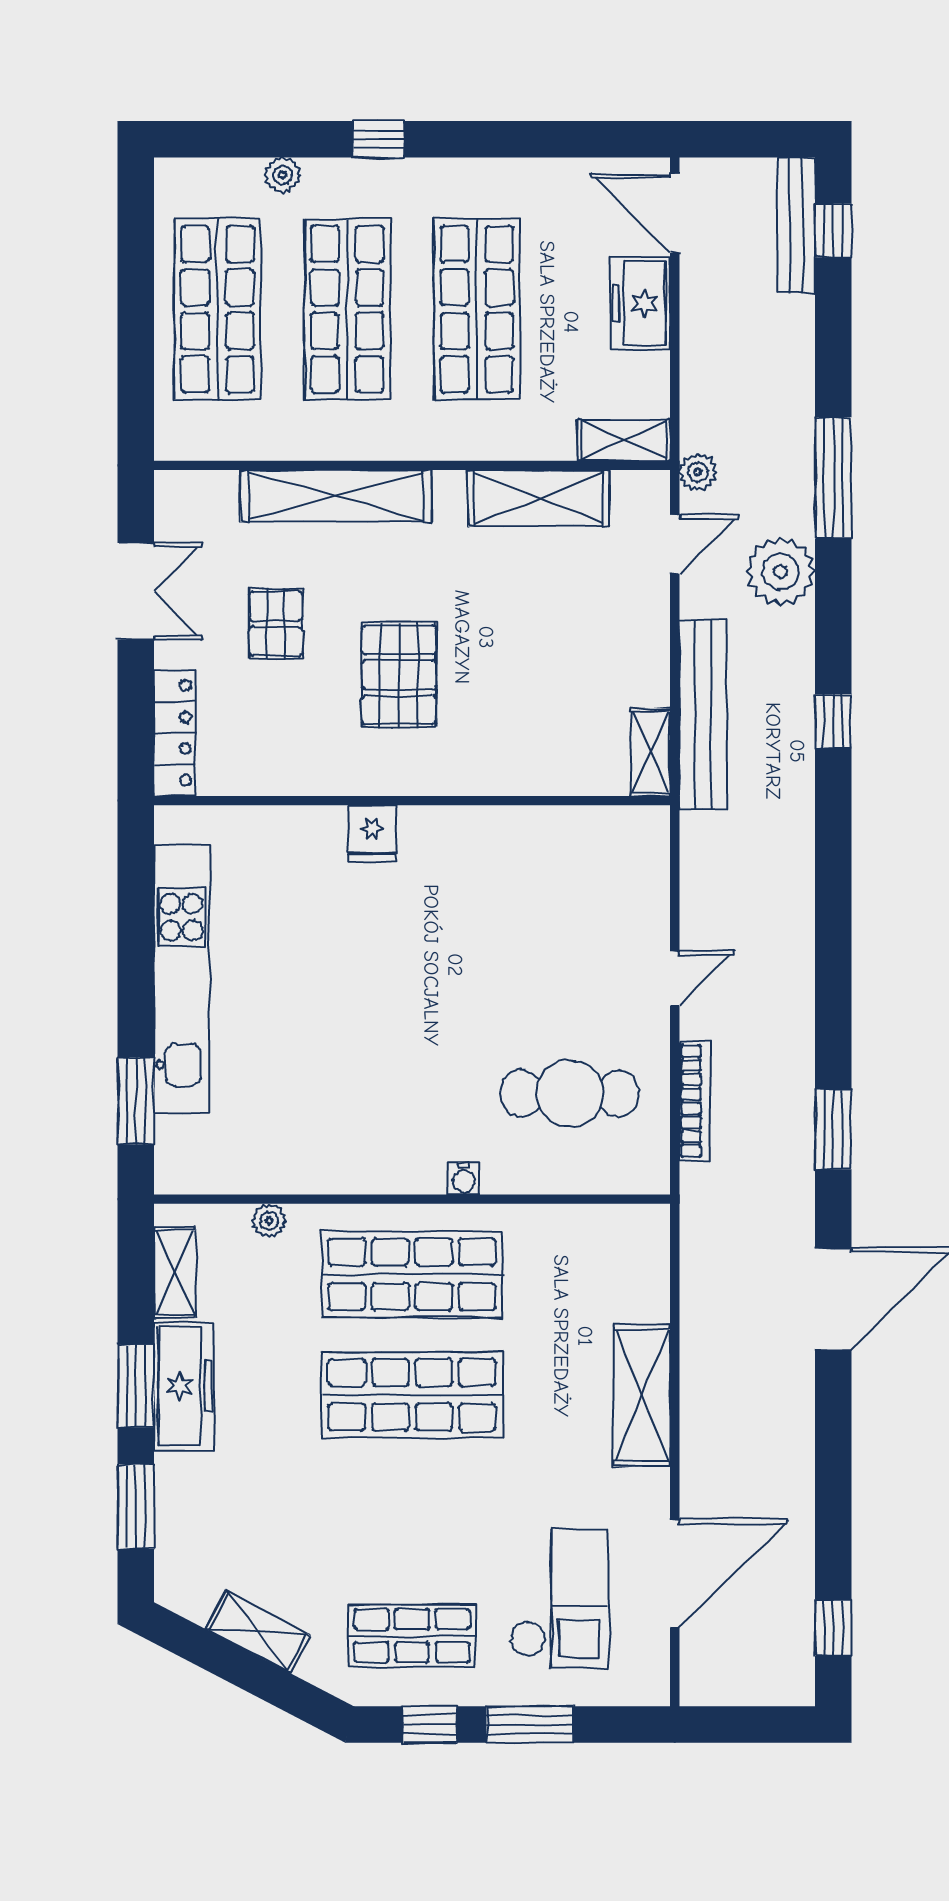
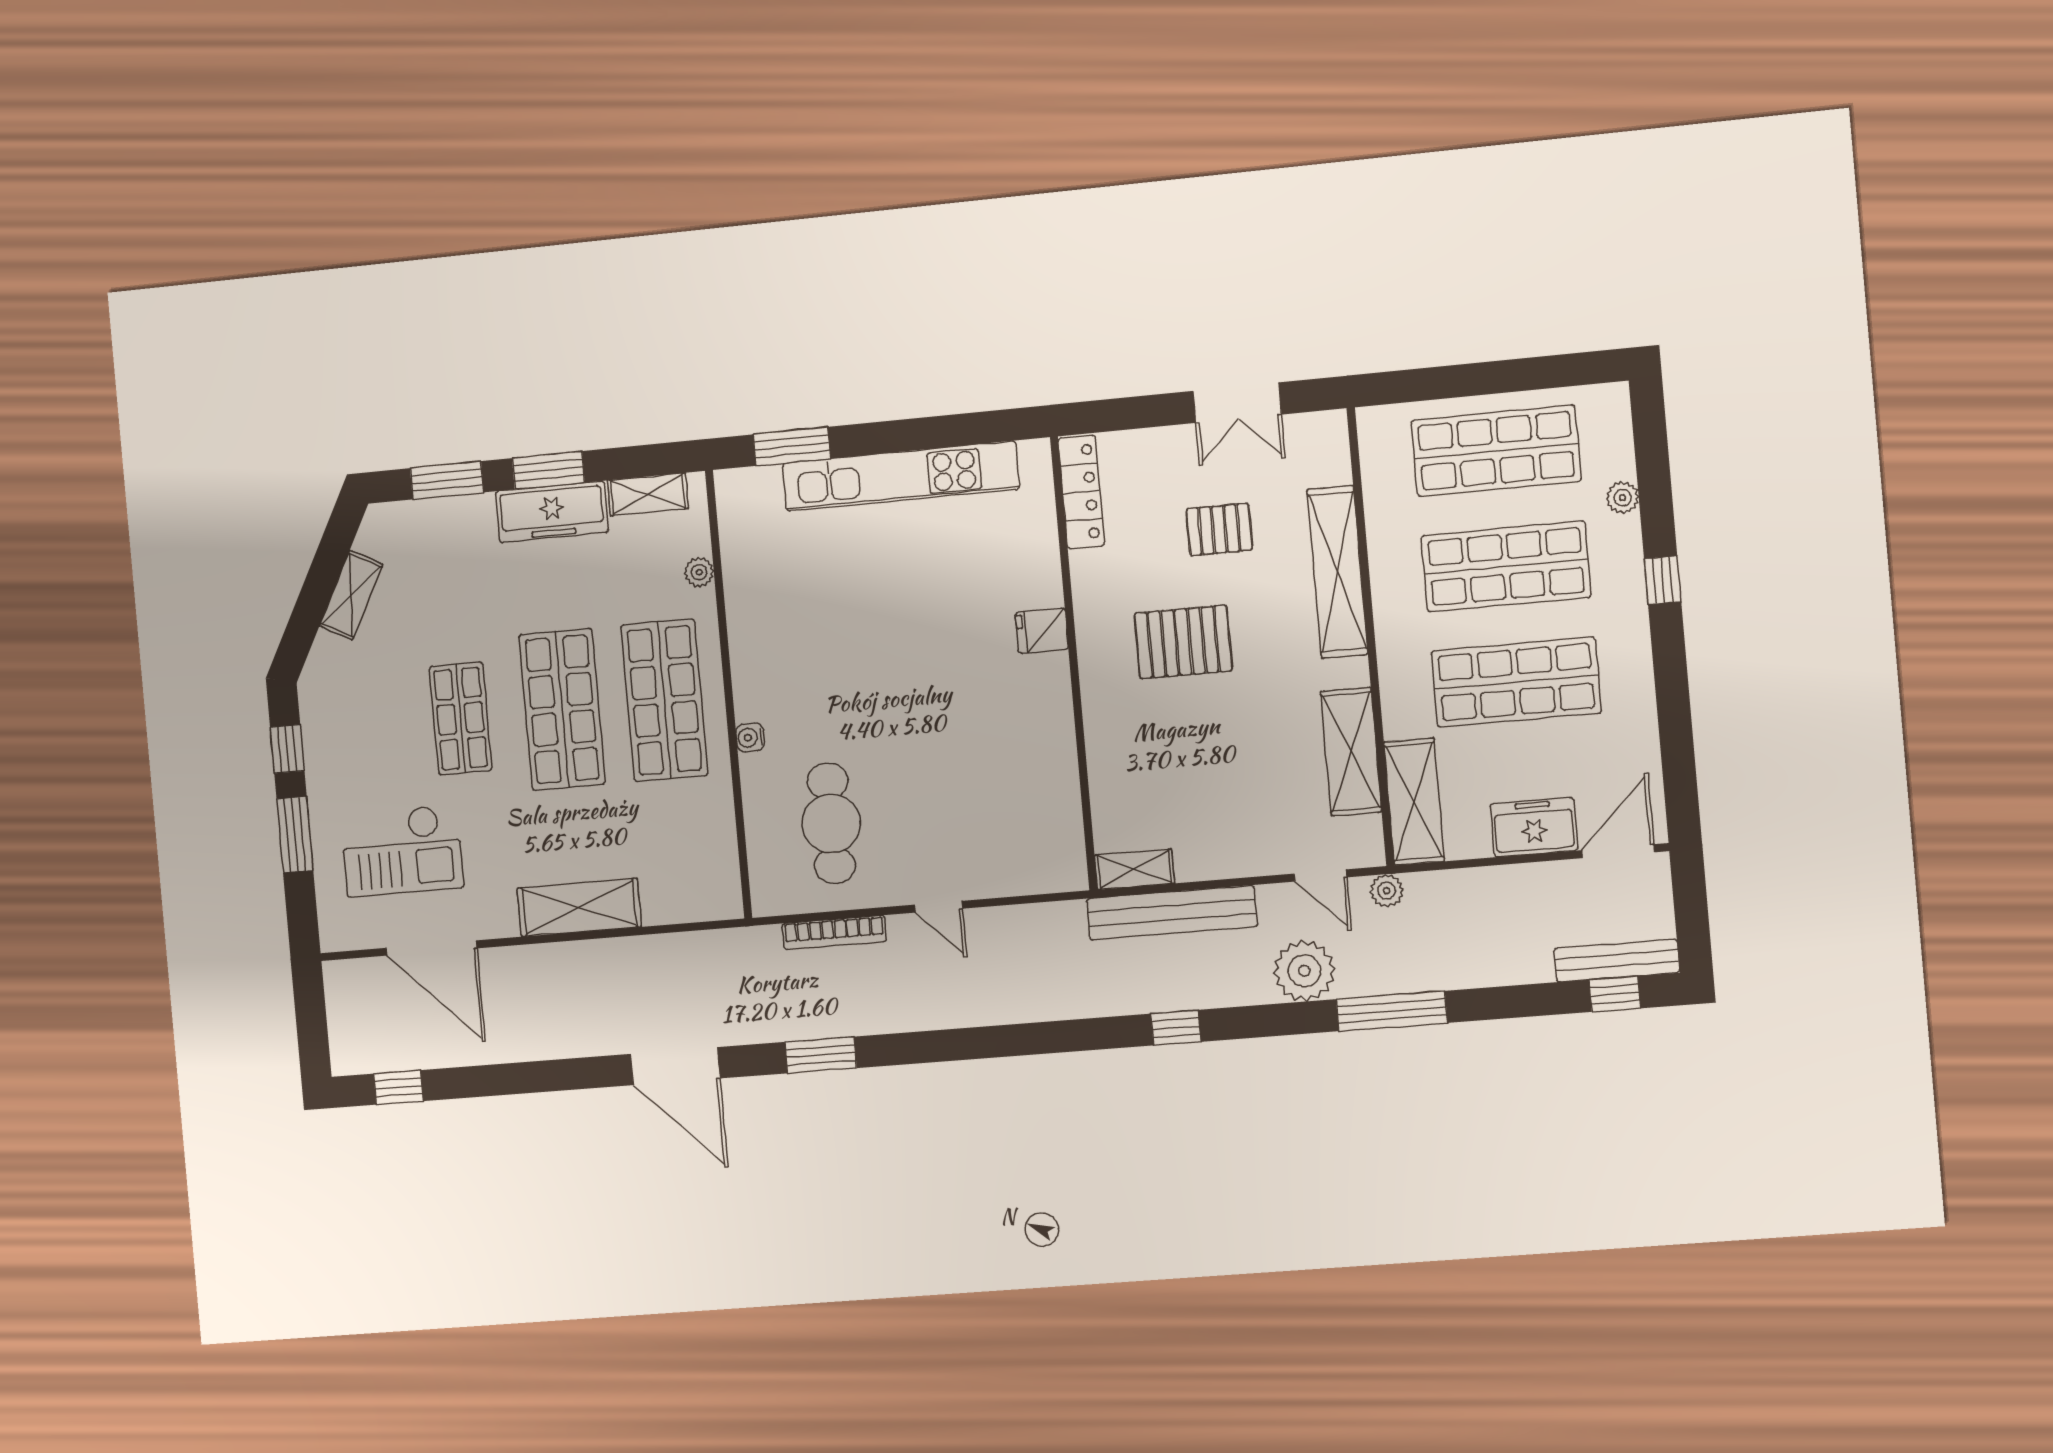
shelving: (624, 440) -> (1414, 802), width x1.50, depth x1.33
locker: (175, 733) -> (1081, 492), moved, turned -90
shop shelf: (412, 1636) -> (461, 718), moved

